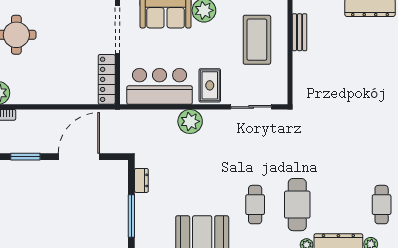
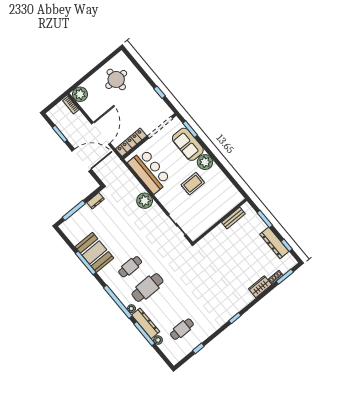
coffee table: (257, 40) -> (212, 200), removed
rug: (210, 85) -> (193, 184), moved
door: (66, 107) -> (101, 133), added

